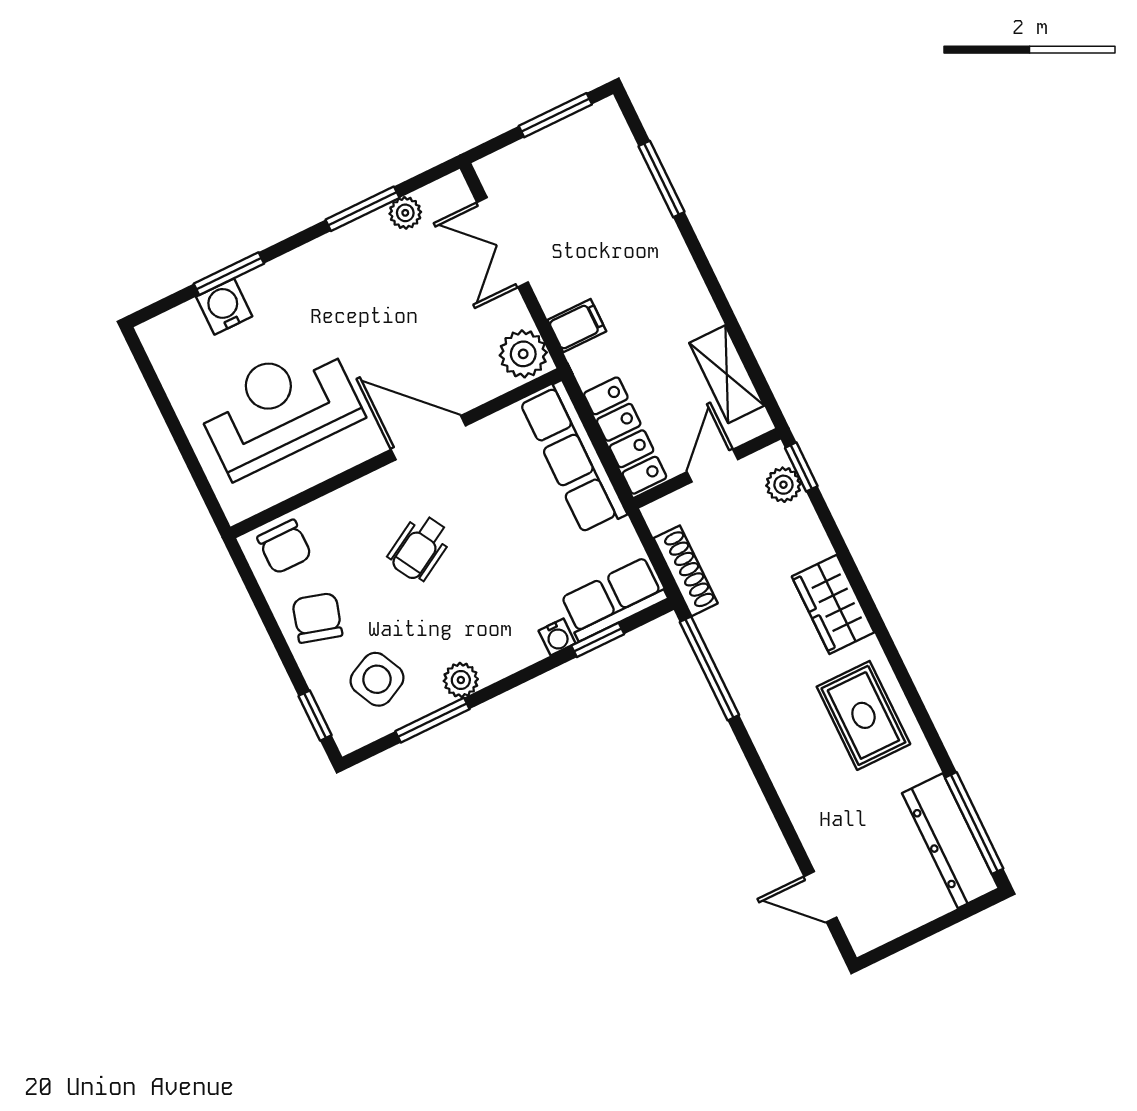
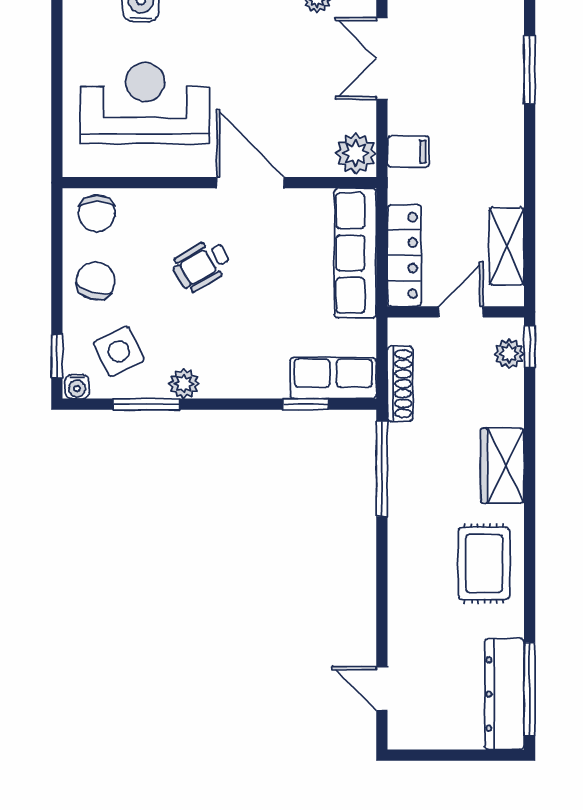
water cooler: (557, 637) -> (77, 387), moved

